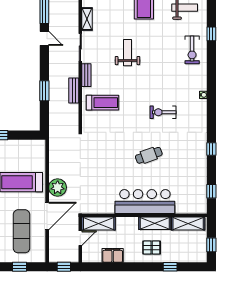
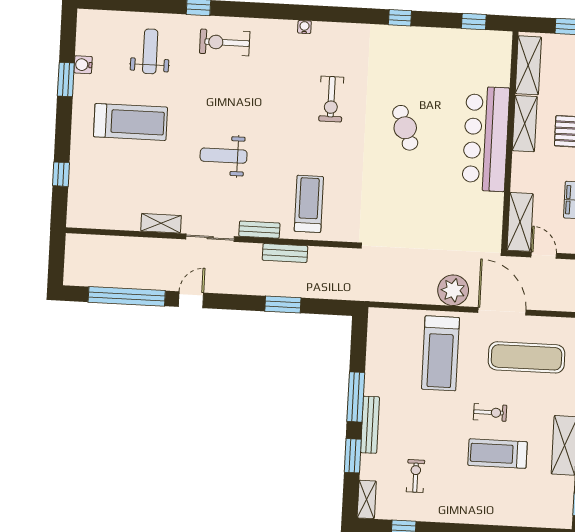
exercise bike: (192, 50) -> (225, 42), turned 180

